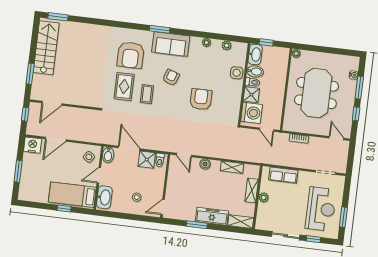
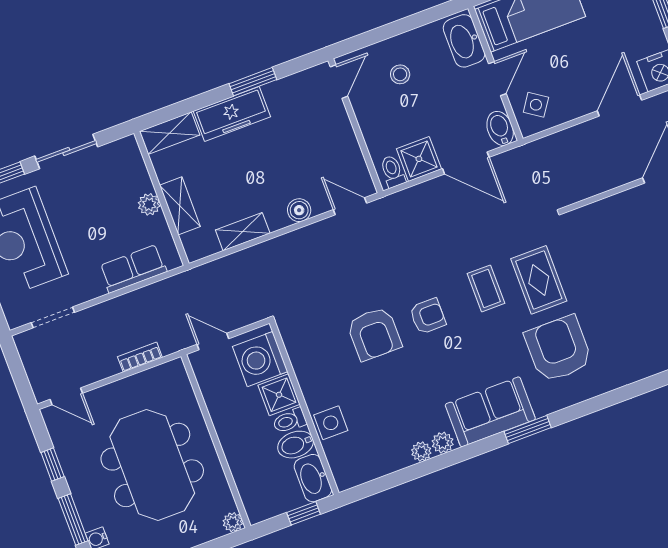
plant: (227, 45) -> (443, 443), moved
armchair: (171, 77) -> (428, 316), moved, turned -109

